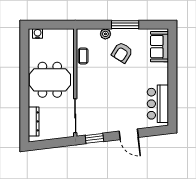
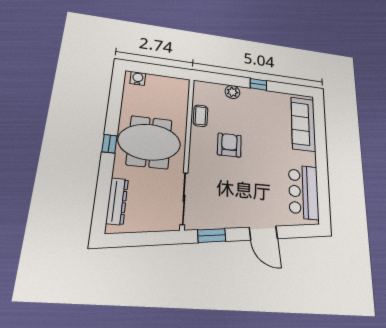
window: (125, 25) -> (258, 84), width x0.46
sofa: (159, 47) -> (303, 124), width x1.36
armchair: (122, 53) -> (229, 145), moved, turned 148
window: (24, 84) -> (109, 144), added

